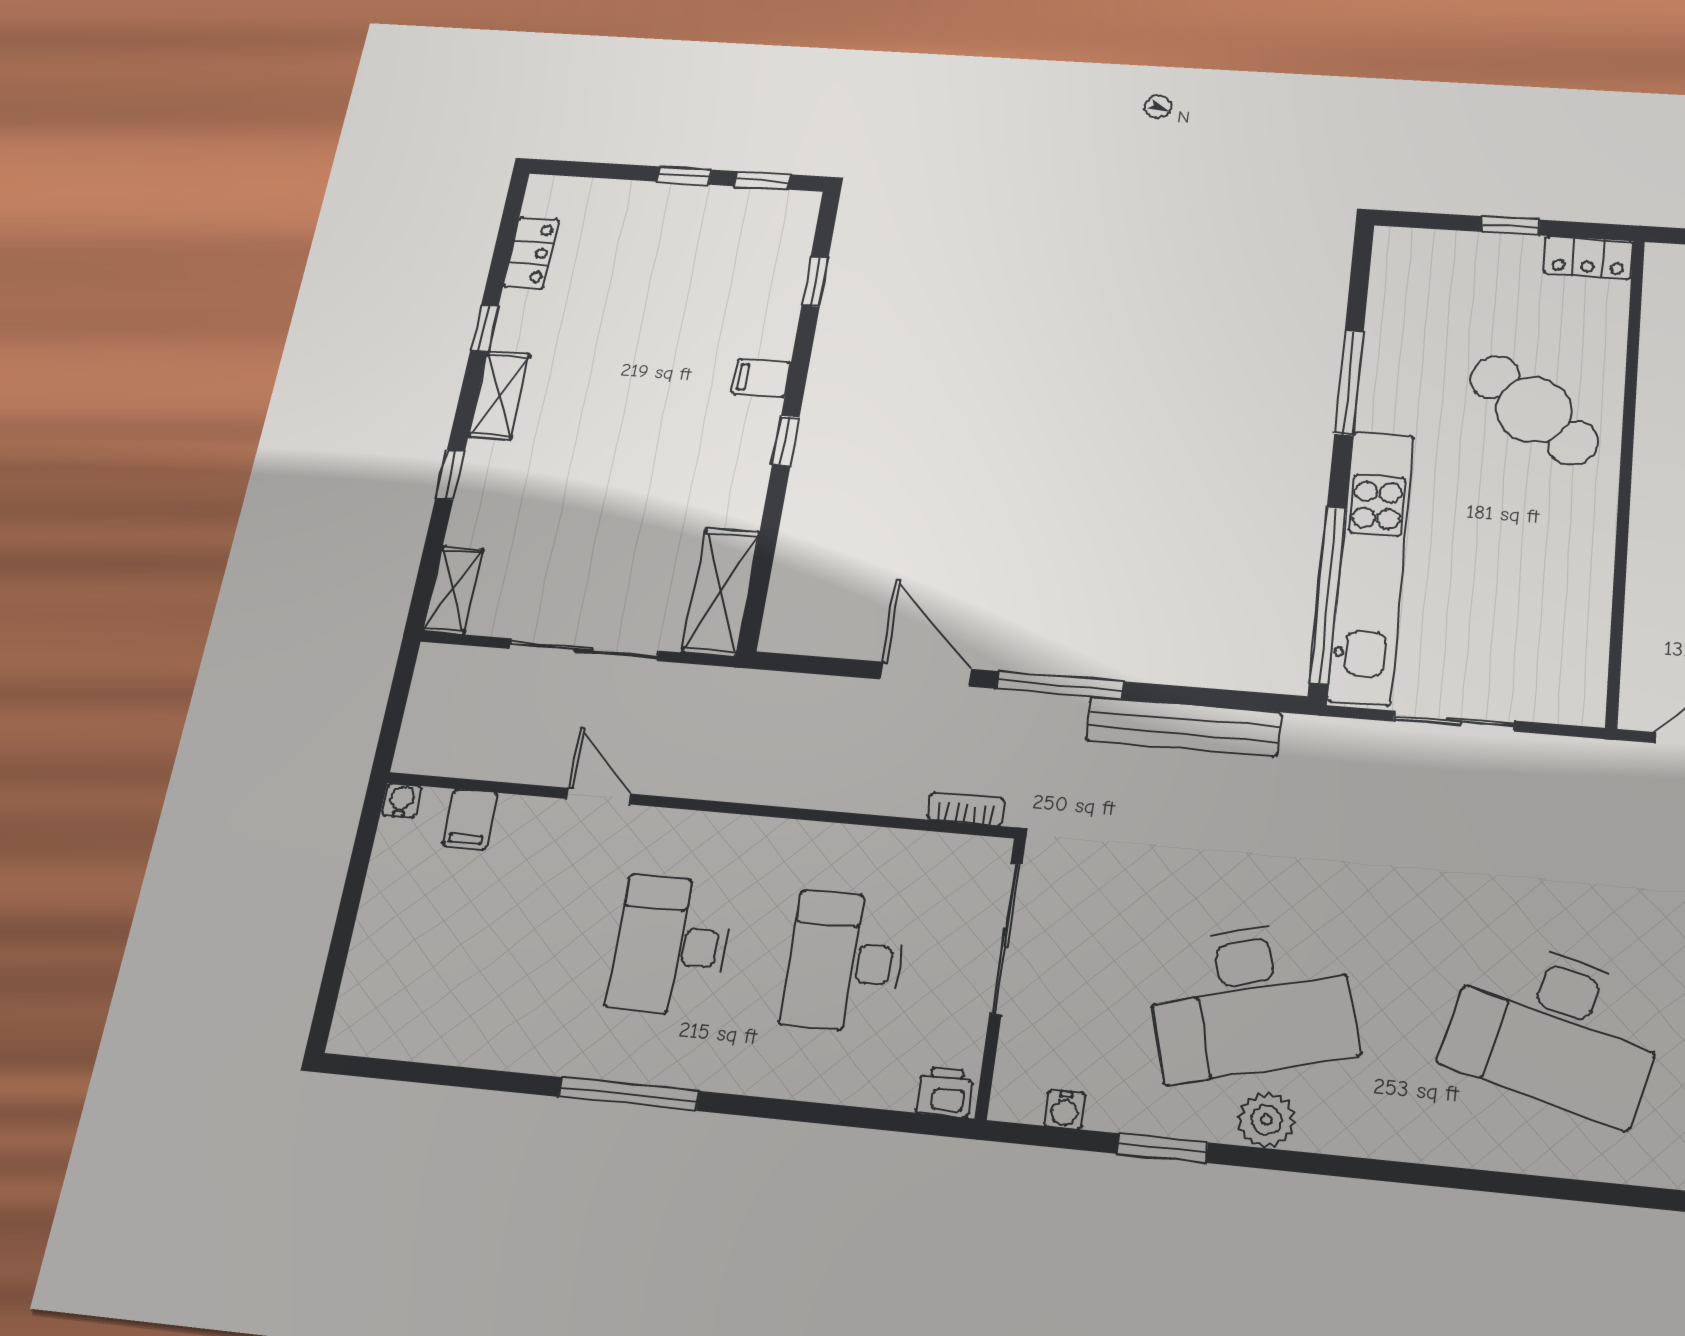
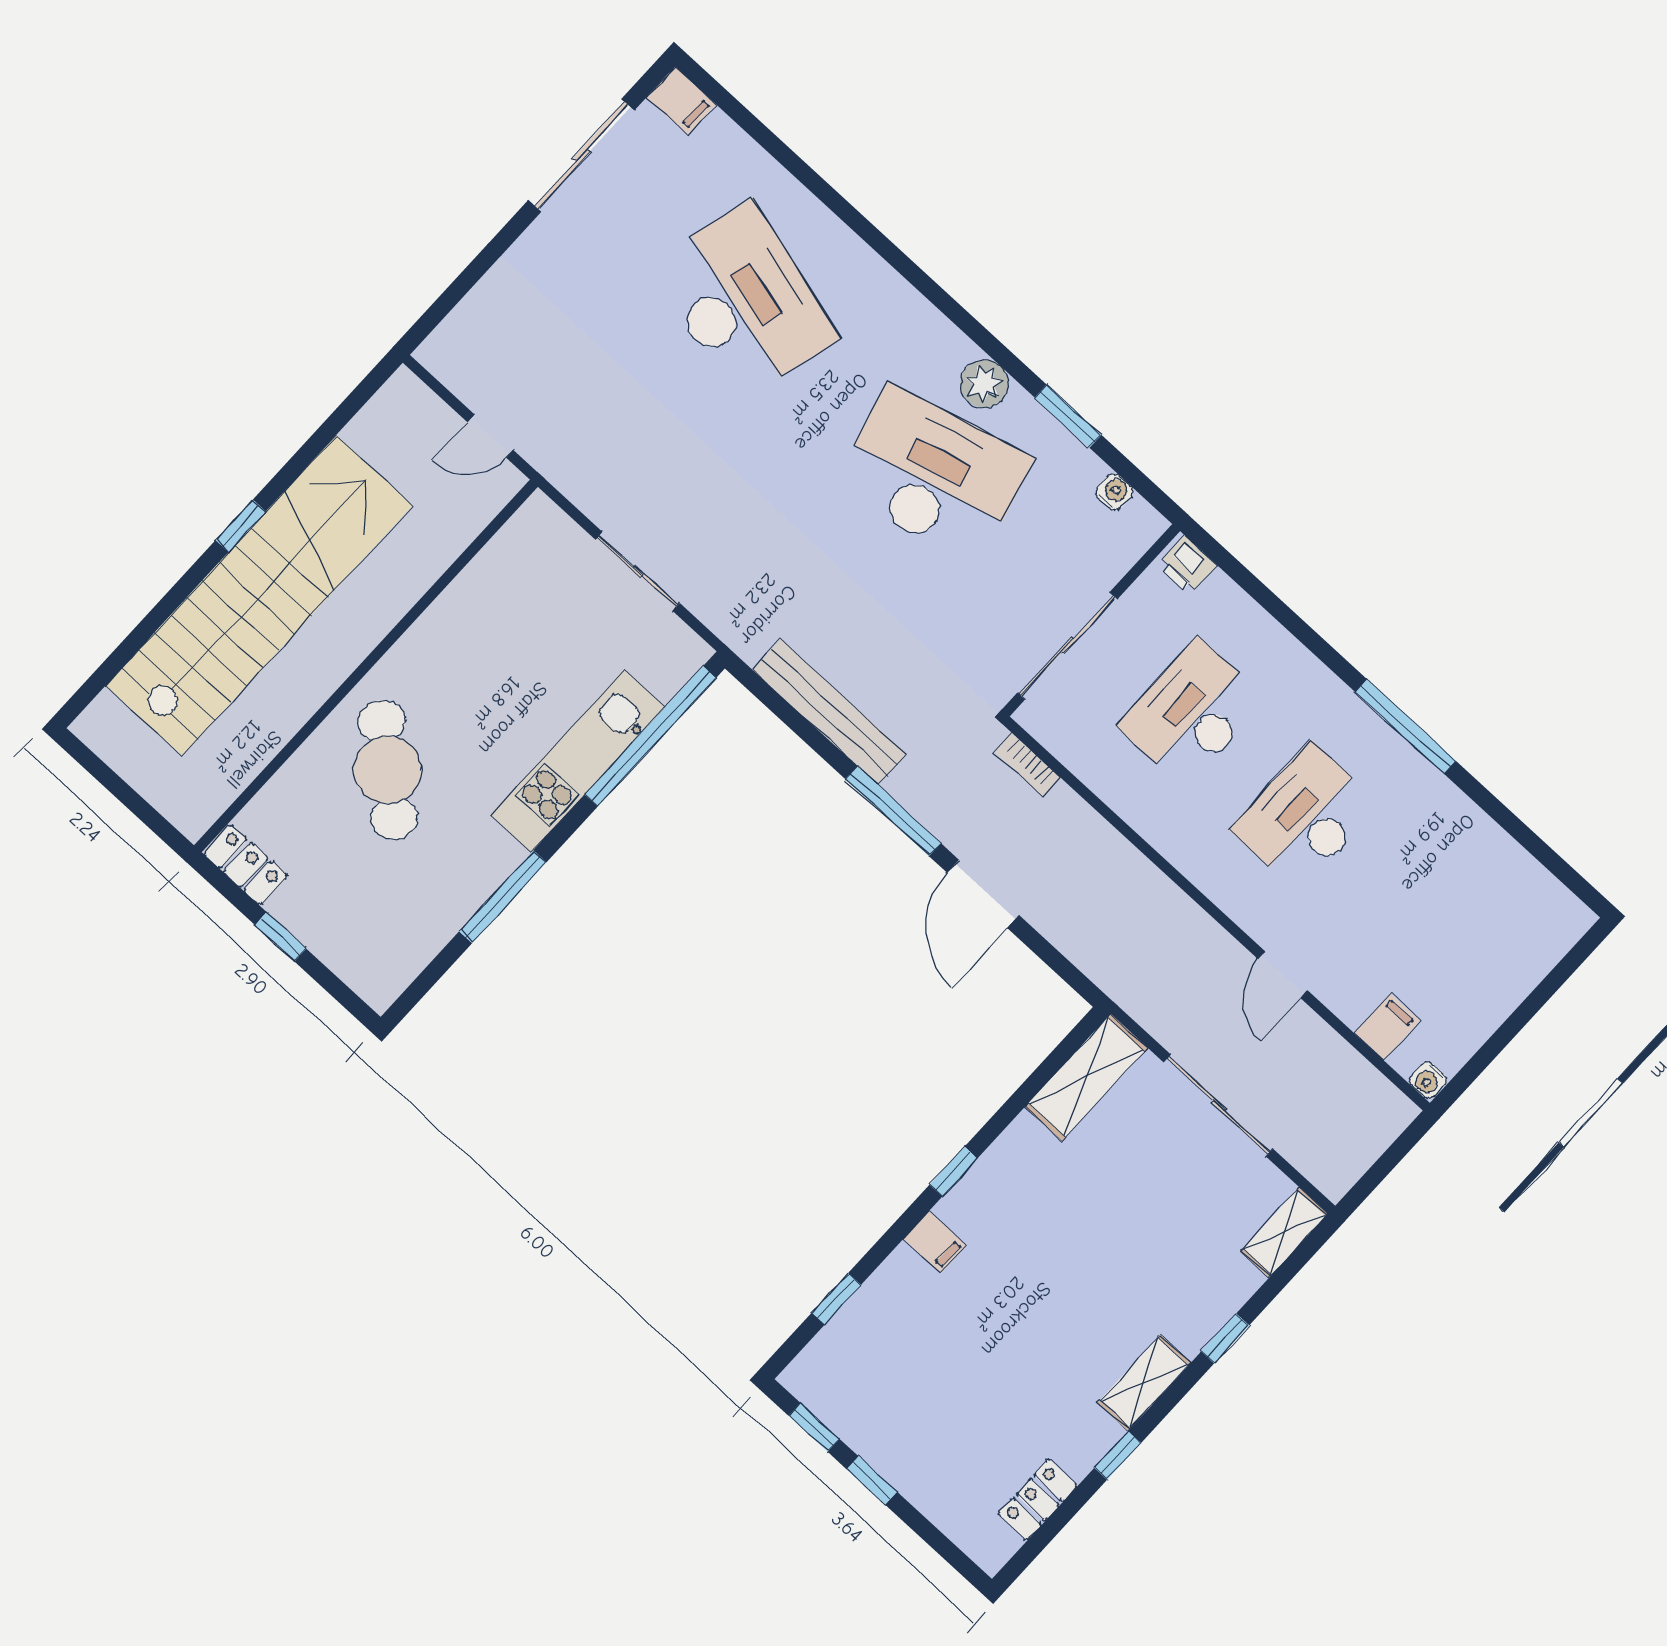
kitchen unit: (1371, 566) -> (578, 761), width x0.73
desk: (671, 945) -> (1305, 817), turned 180
desk: (844, 962) -> (1192, 713), turned 180

